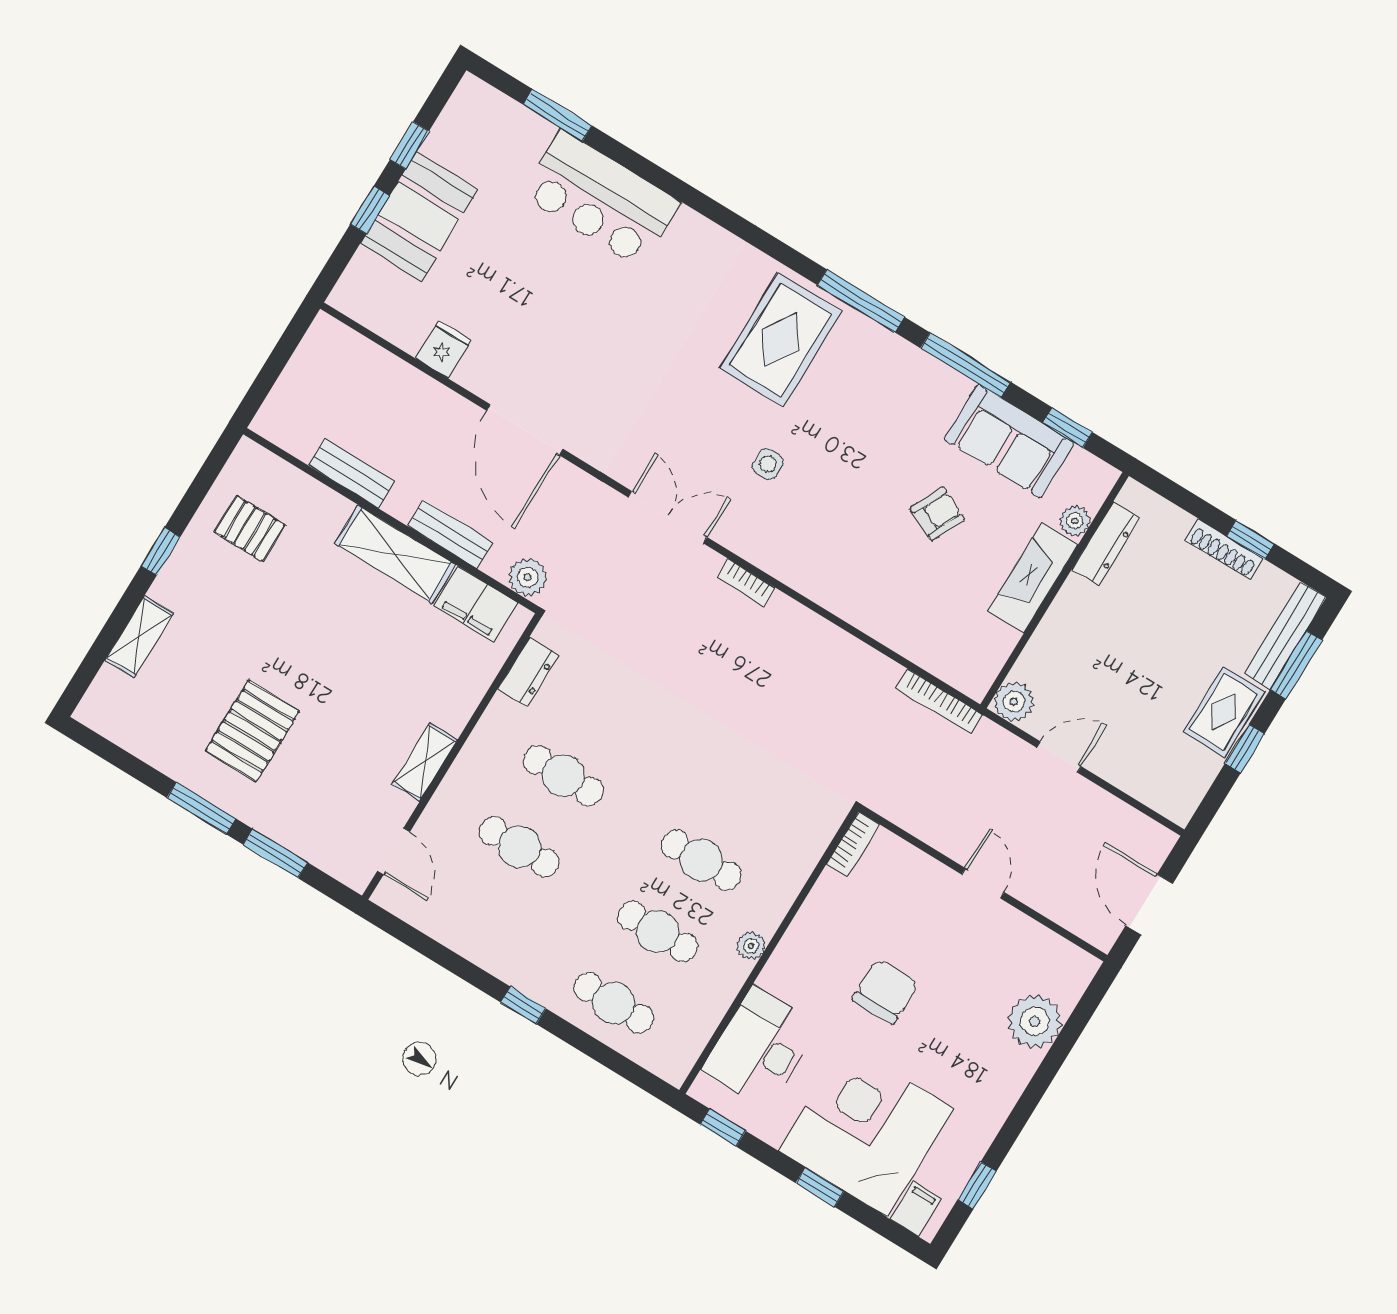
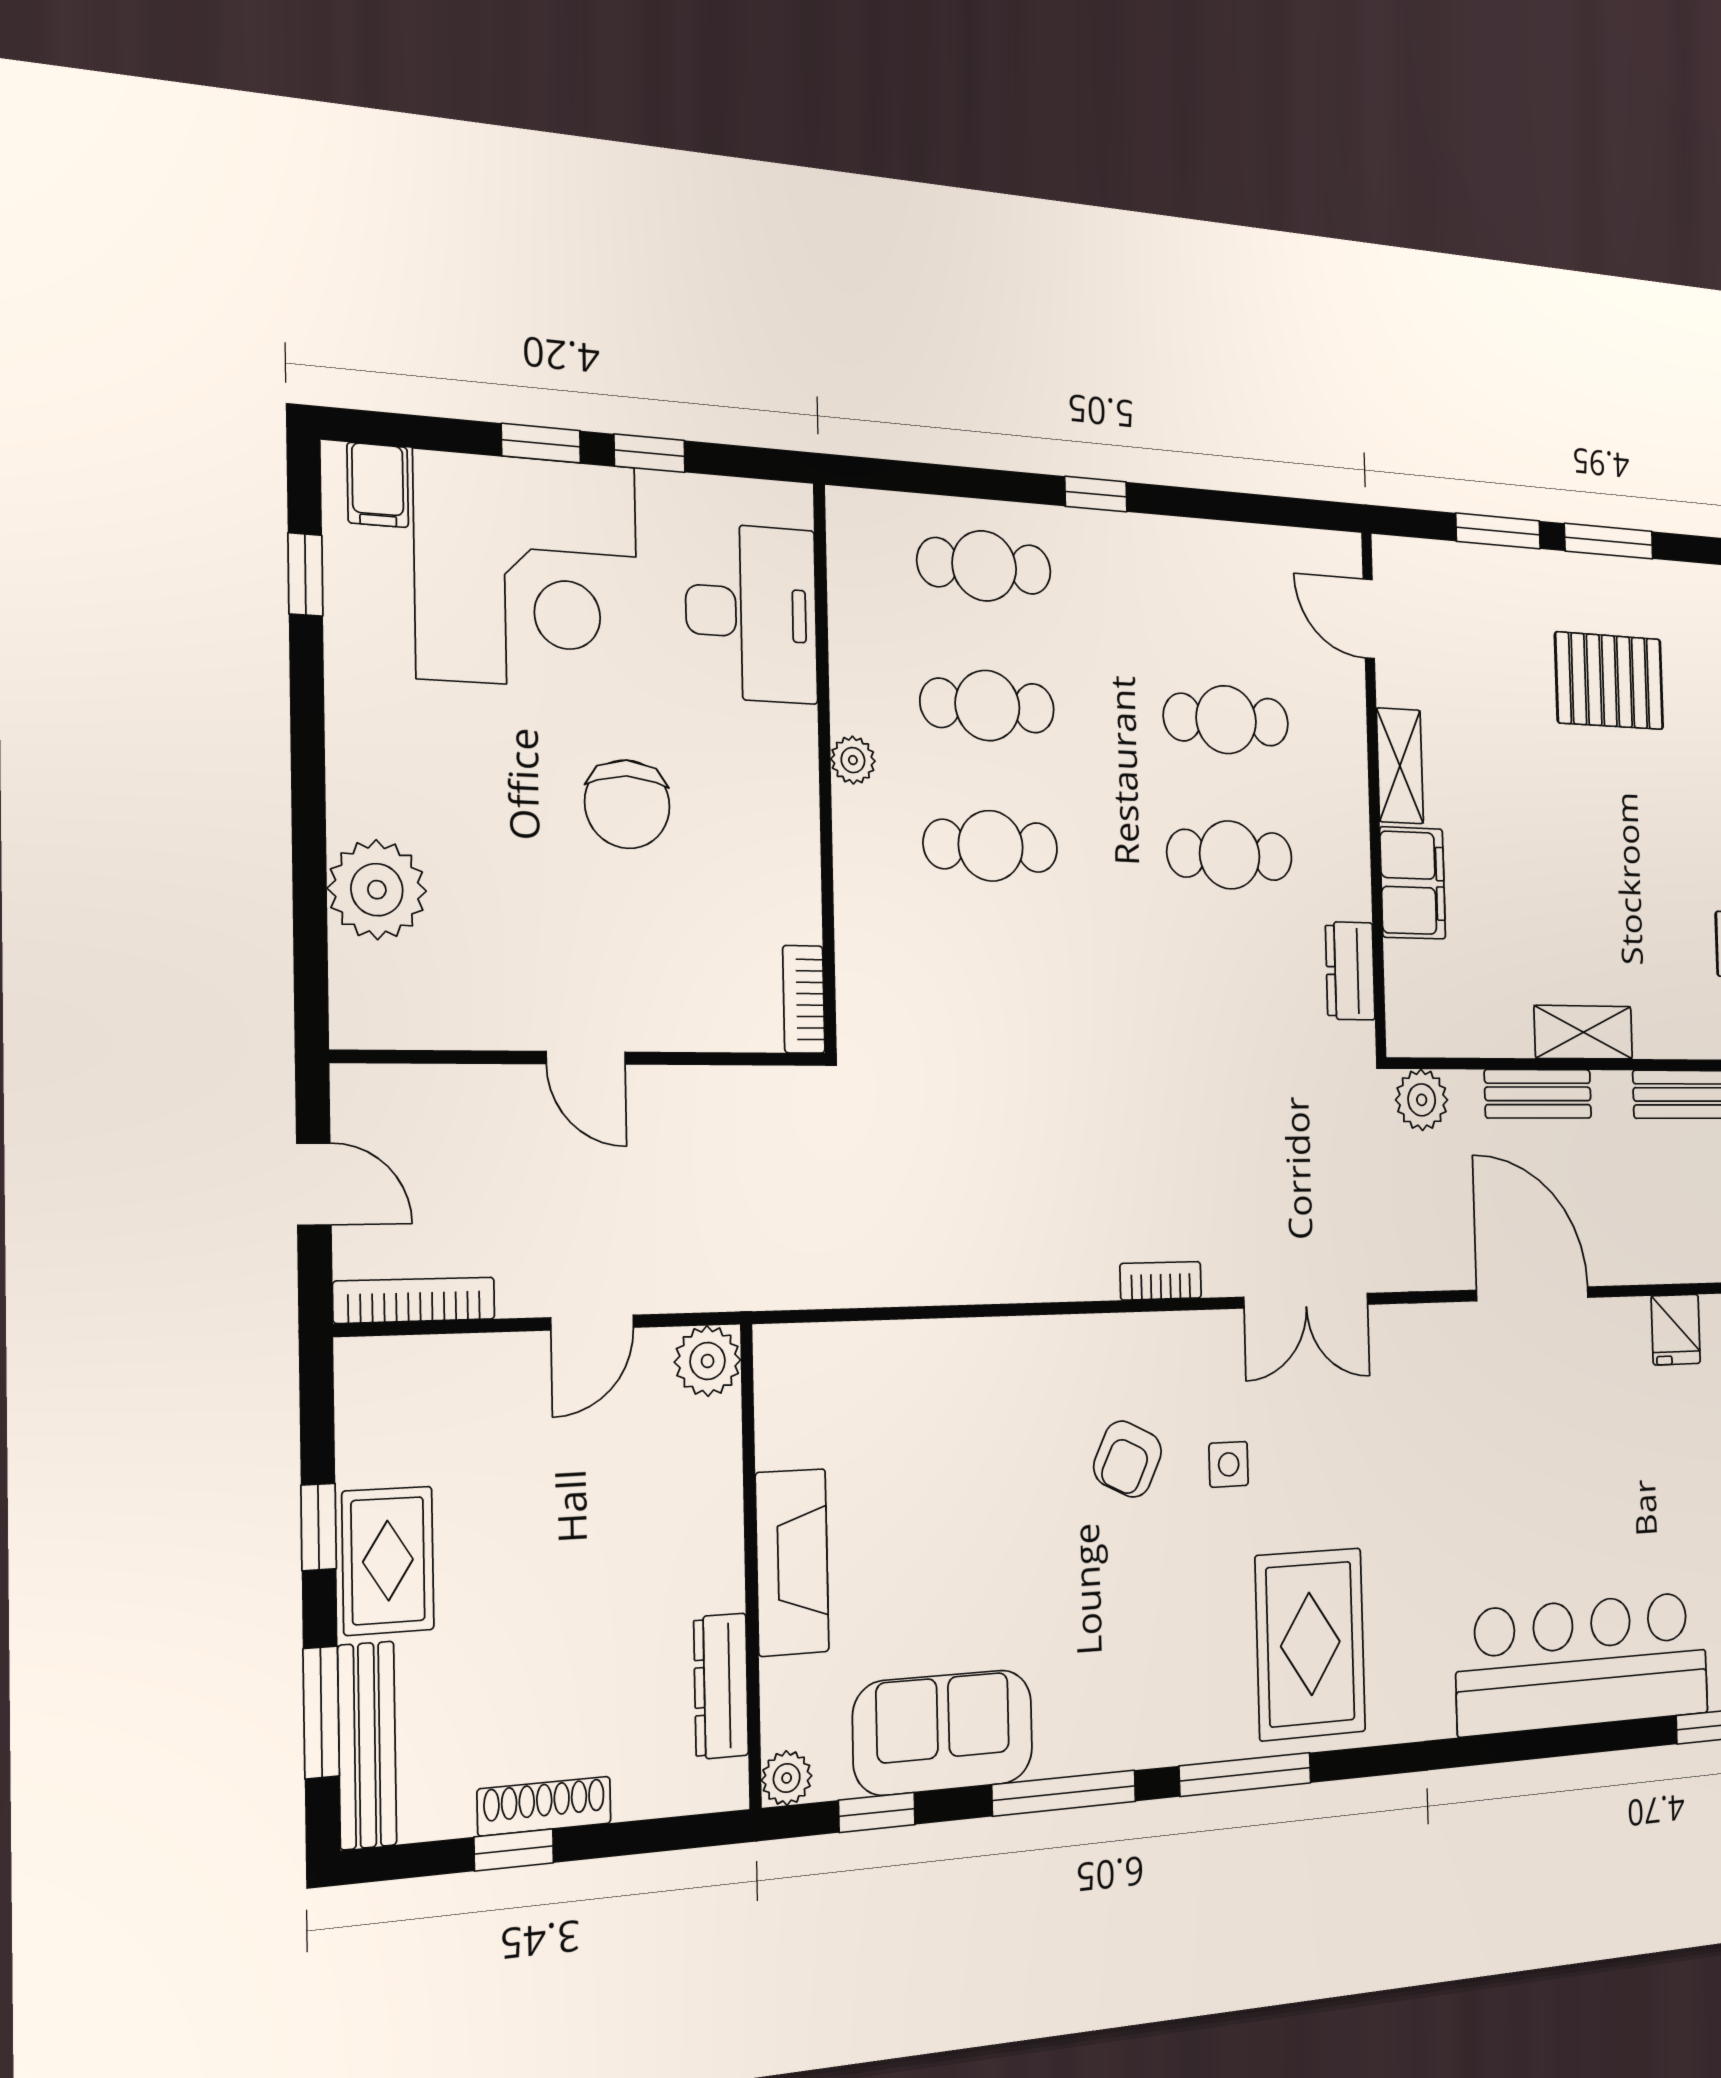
bar counter: (601, 199) -> (1583, 1663), width x1.36
armchair: (937, 514) -> (1128, 1459), moved
plant: (1075, 521) -> (787, 1778), moved
shelving: (395, 554) -> (1583, 1032), width x0.67, depth x0.75
filing cabinet: (476, 604) -> (1413, 883), moved, turned 90
bookcase: (939, 702) -> (414, 1300), moved
pallet: (252, 731) -> (1609, 681), turned 90
door: (1149, 905) -> (314, 1184), width x0.73
window: (723, 1128) -> (650, 453), moved

